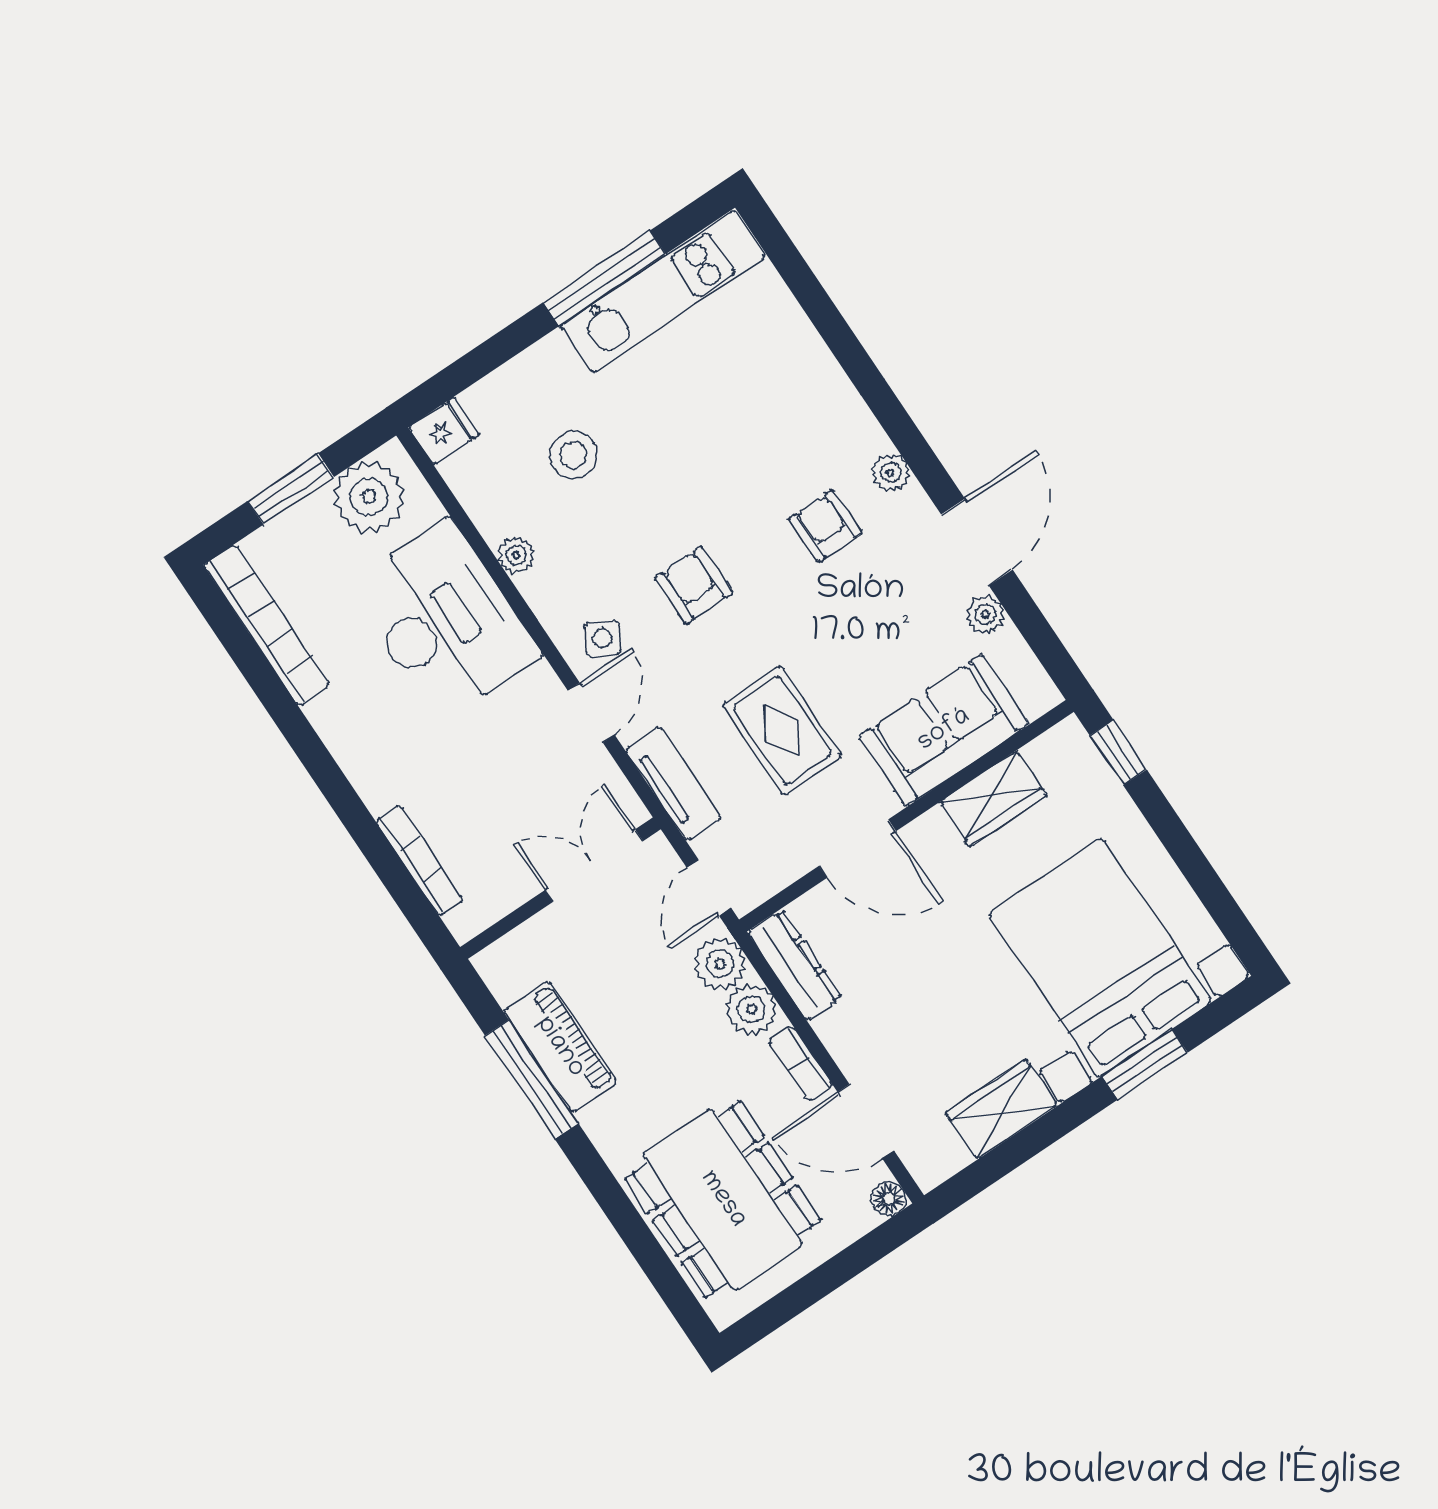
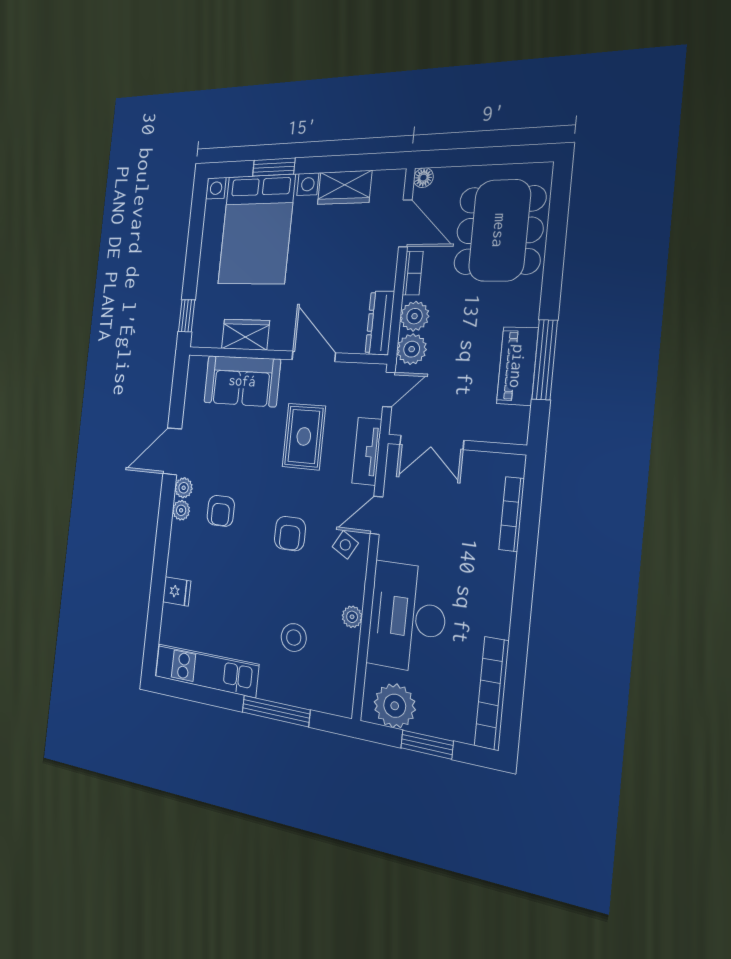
window: (604, 278) -> (276, 711), moved
fridge: (444, 431) -> (177, 591), moved, turned 180
plant: (985, 614) -> (184, 488), moved

